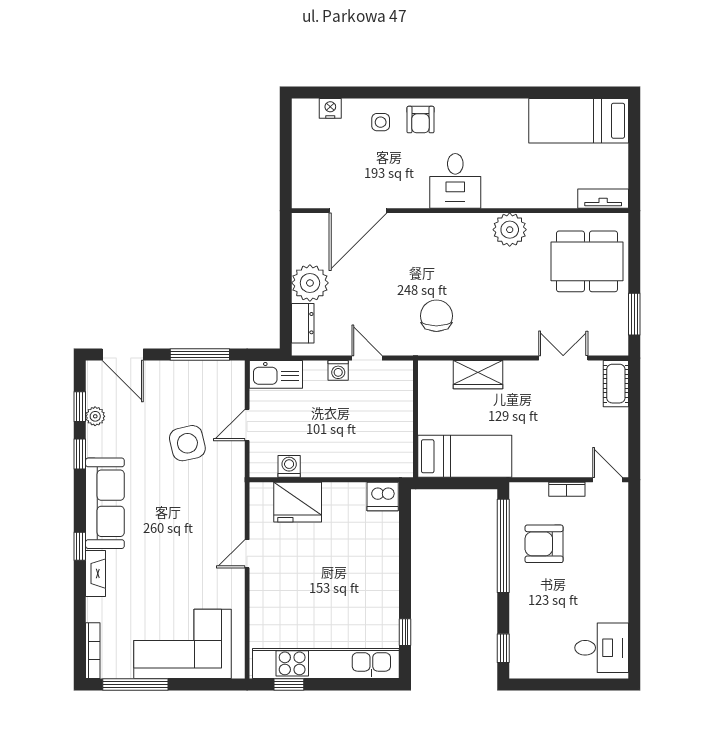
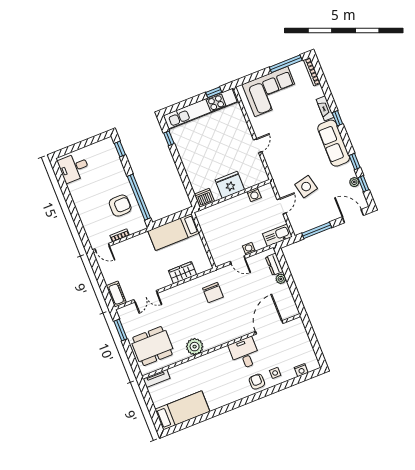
desk: (455, 181) -> (245, 353), moved
plant: (310, 283) -> (281, 279), width x0.53, depth x0.53
fridge: (298, 502) -> (230, 185), moved

